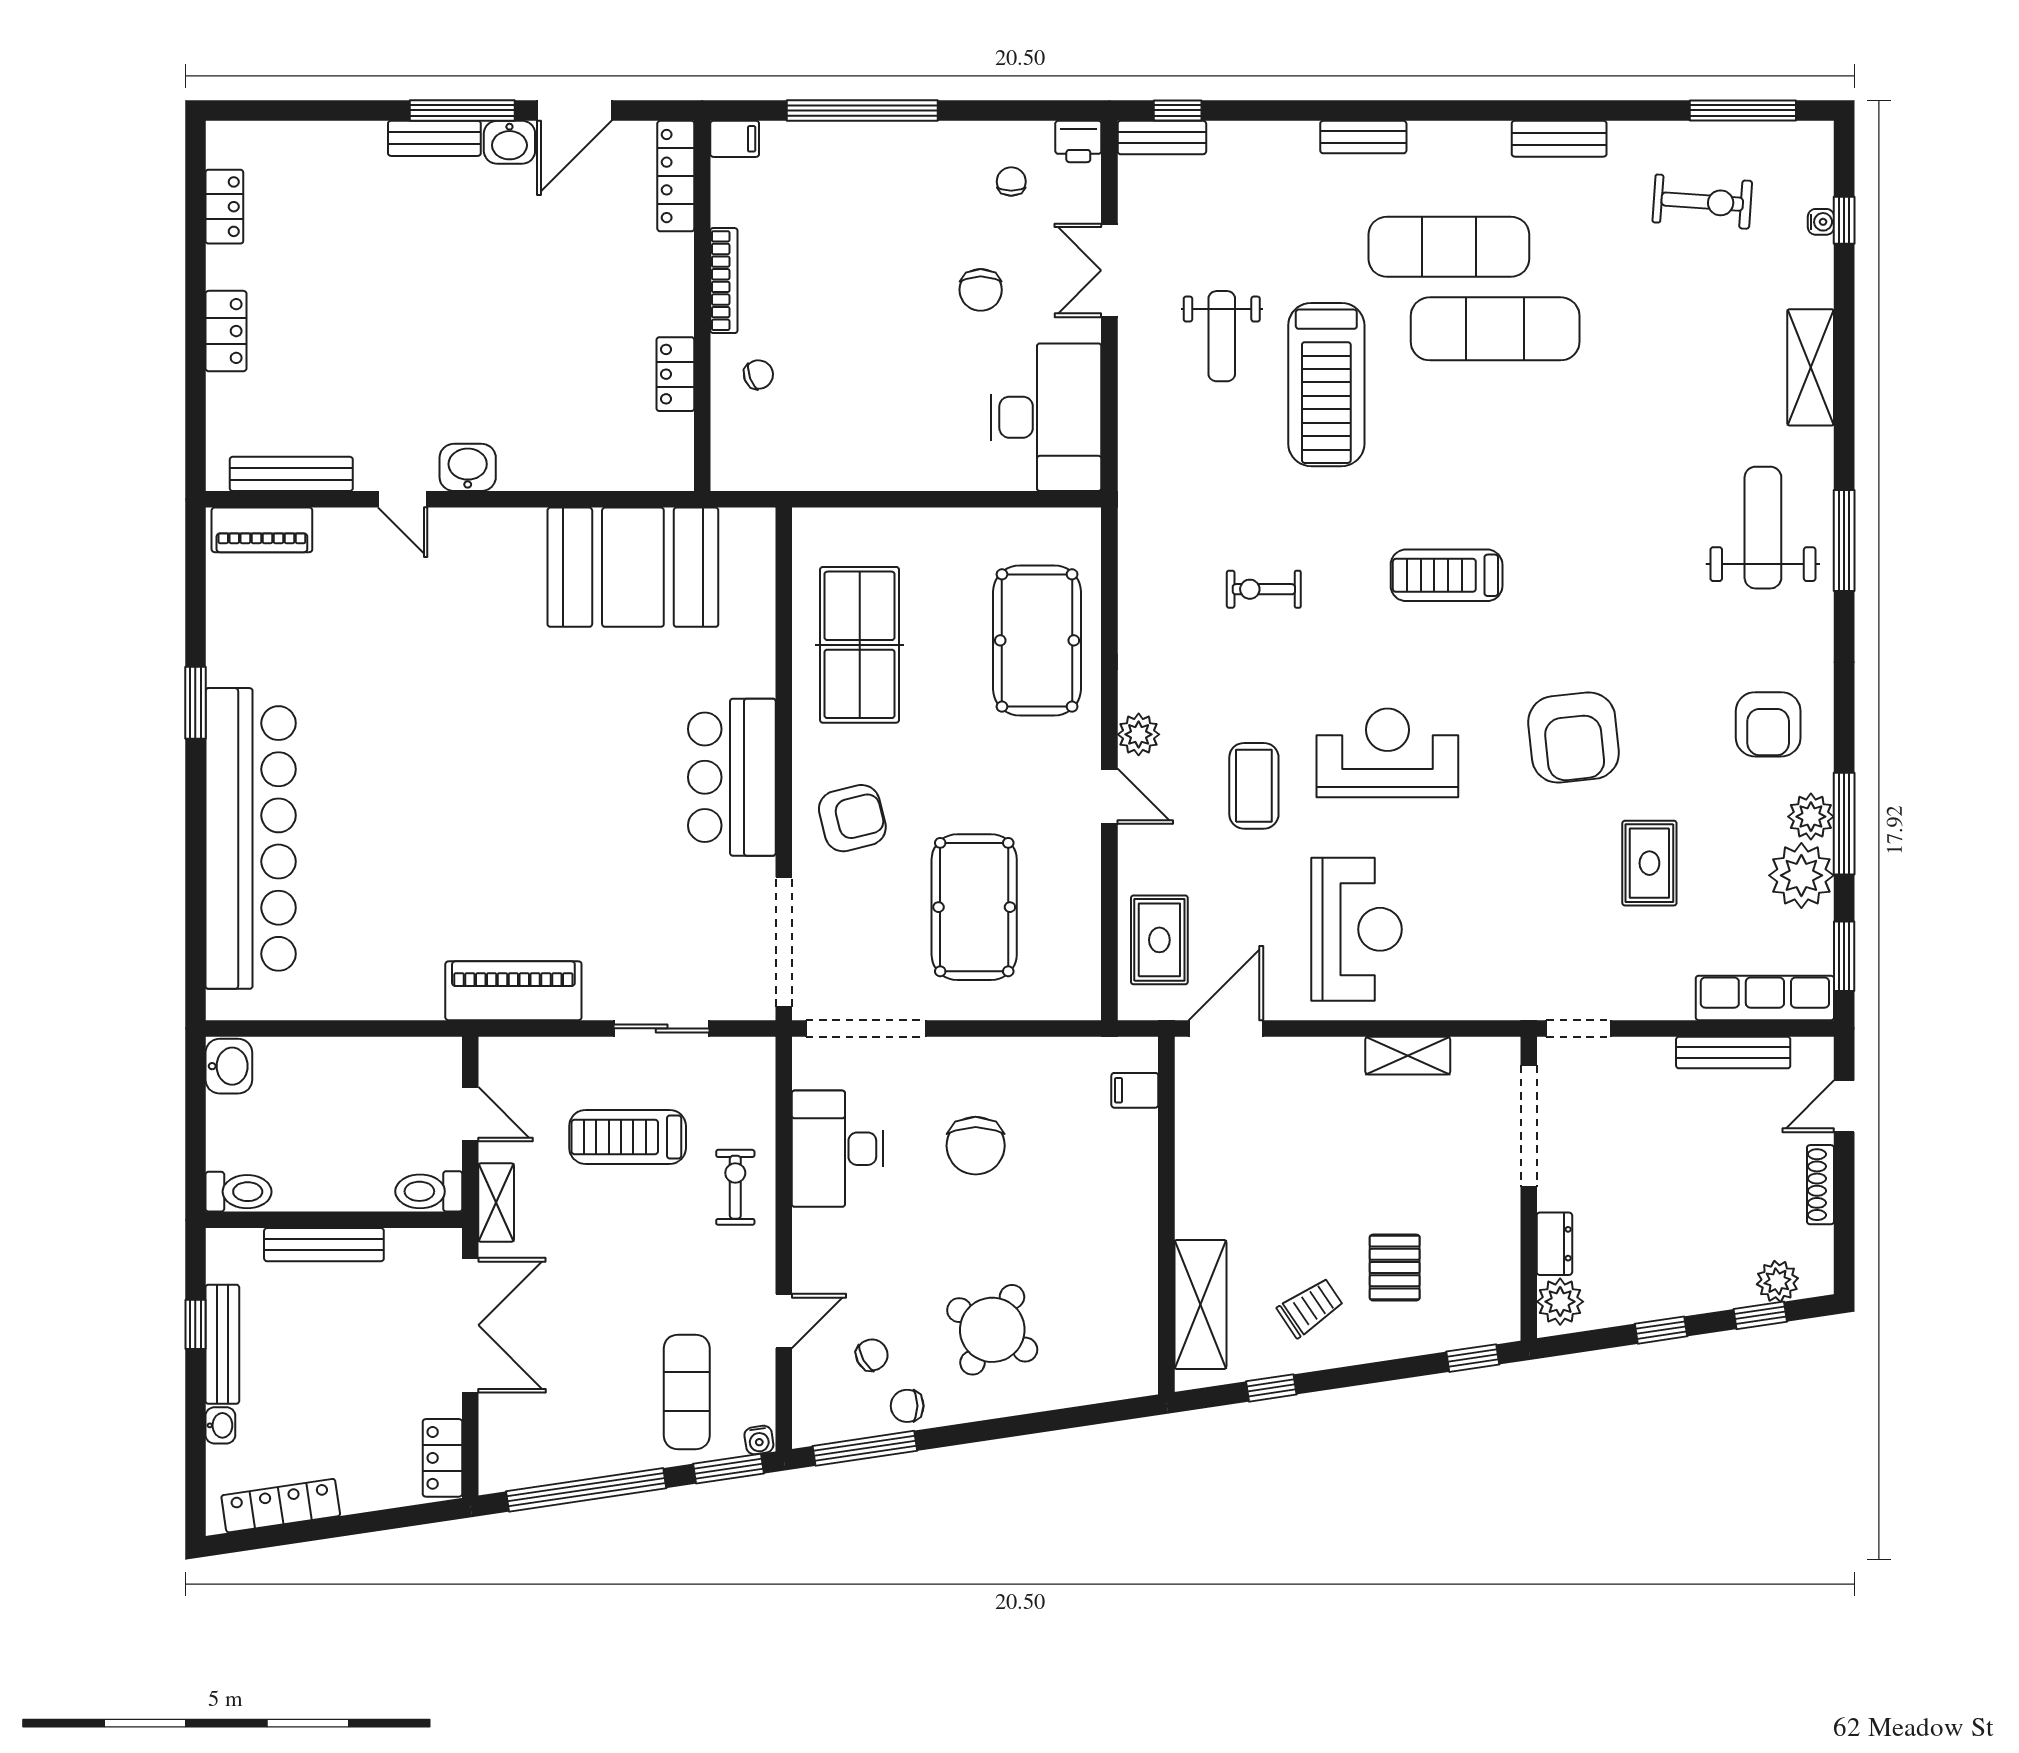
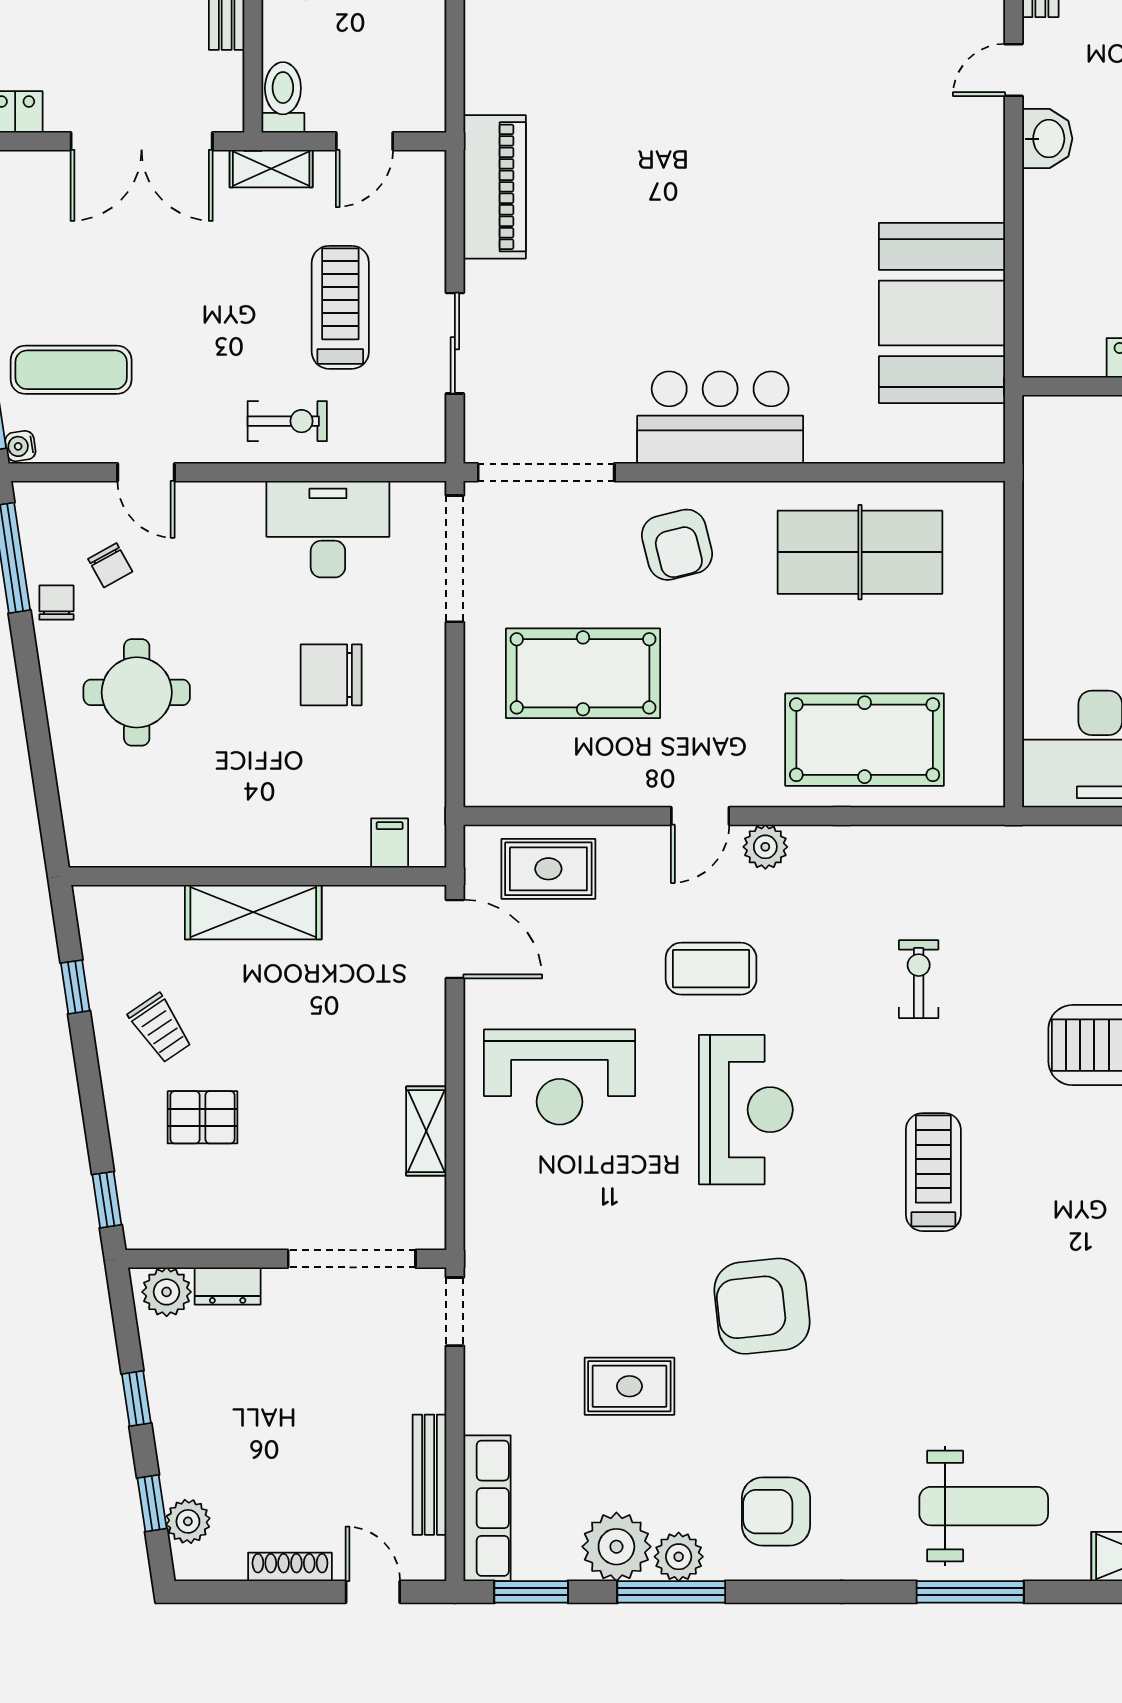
shelving: (1200, 1305) -> (253, 912), moved
round table: (992, 1330) -> (137, 692), turned -31

